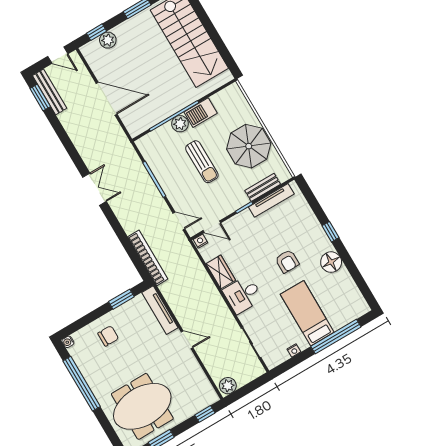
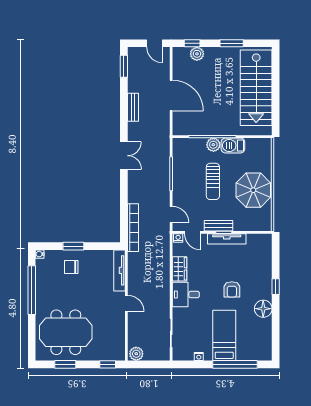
bench: (50, 92) -> (133, 107), moved, width x0.73
bench: (263, 187) -> (219, 226), moved
tv unit: (271, 200) -> (227, 239), moved
window: (121, 299) -> (73, 246), moved
chair: (108, 336) -> (71, 267), turned 180

